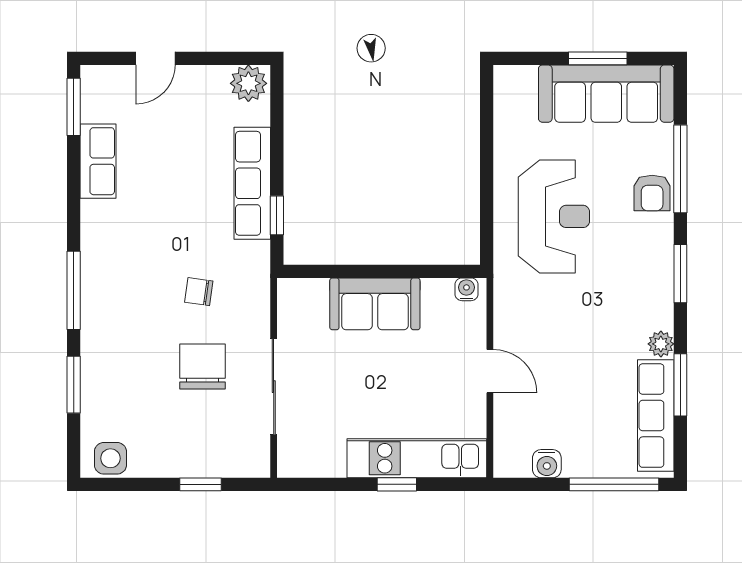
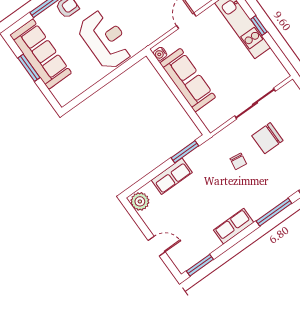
row of seats: (98, 161) -> (234, 226), moved
row of seats: (252, 183) -> (172, 176), width x0.68
window: (277, 215) -> (185, 152), width x1.50
reception desk: (554, 216) -> (105, 40), turned 90
sofa: (375, 304) -> (188, 80), width x1.36

